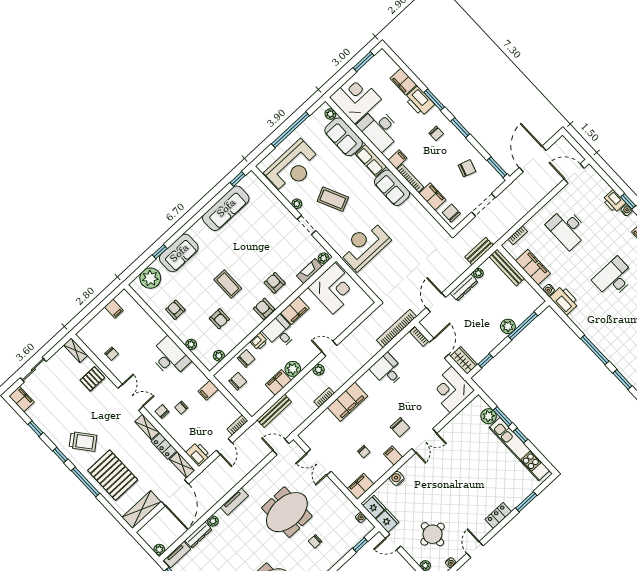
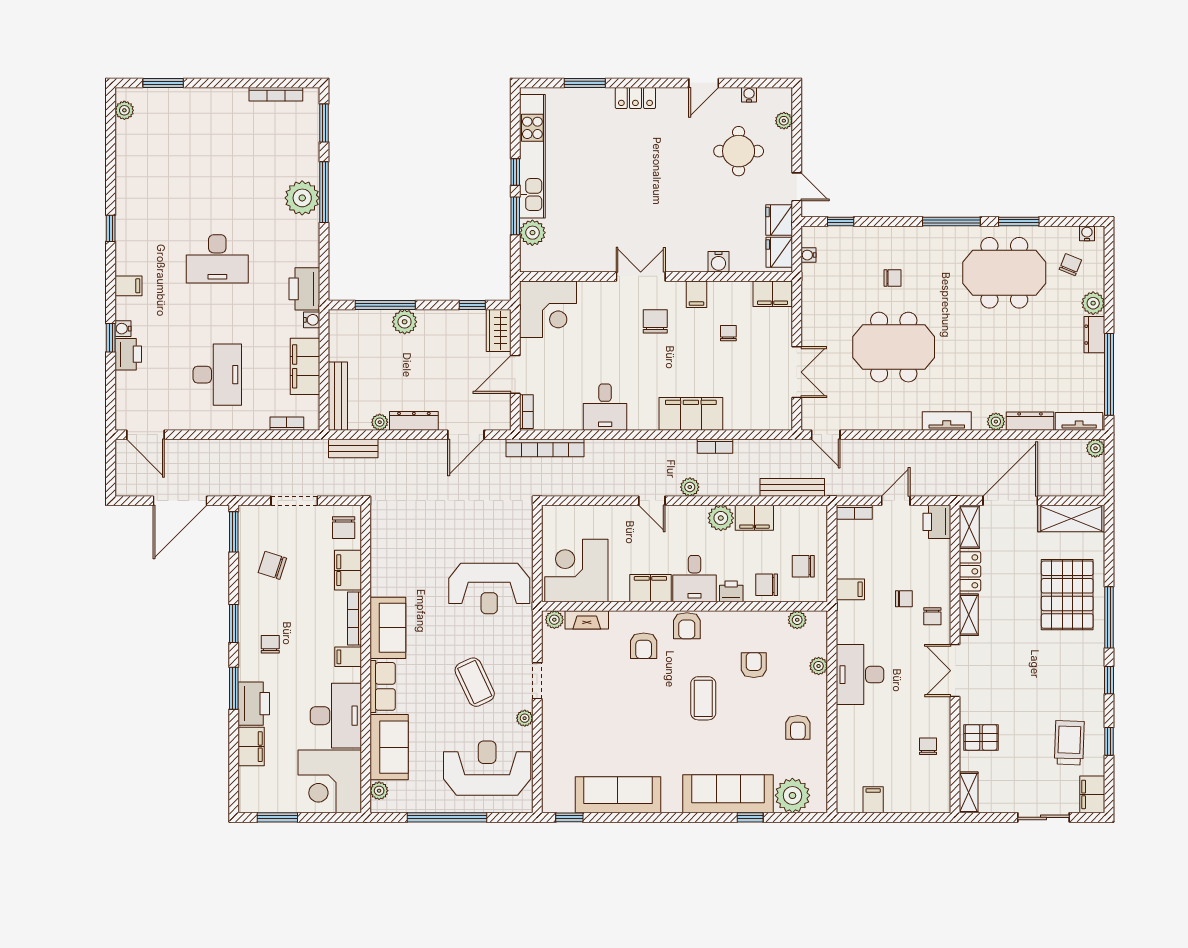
sofa: (179, 253) -> (728, 794), width x1.36
plant: (602, 339) -> (302, 198), added
trolley: (83, 442) -> (1069, 743), moved, turned 41

